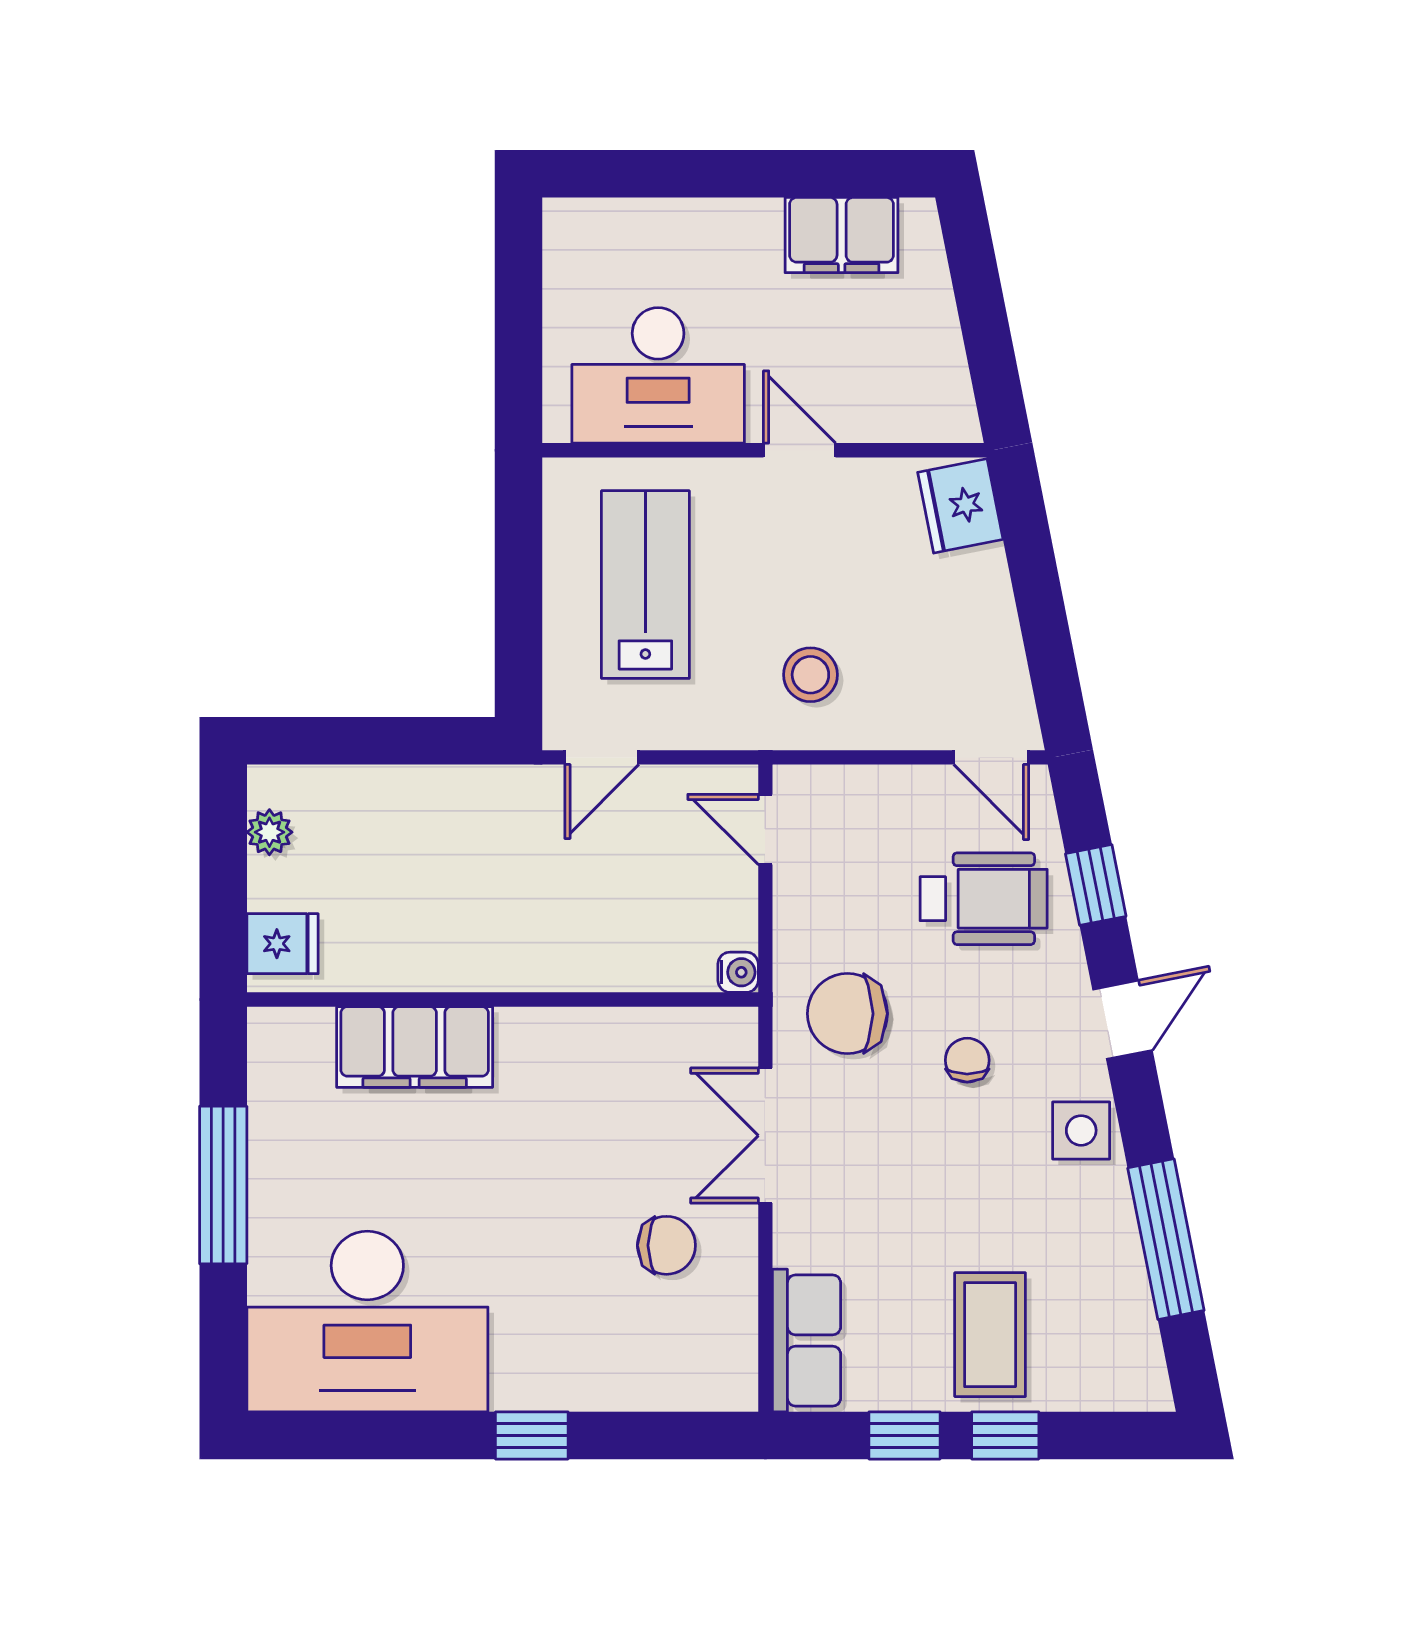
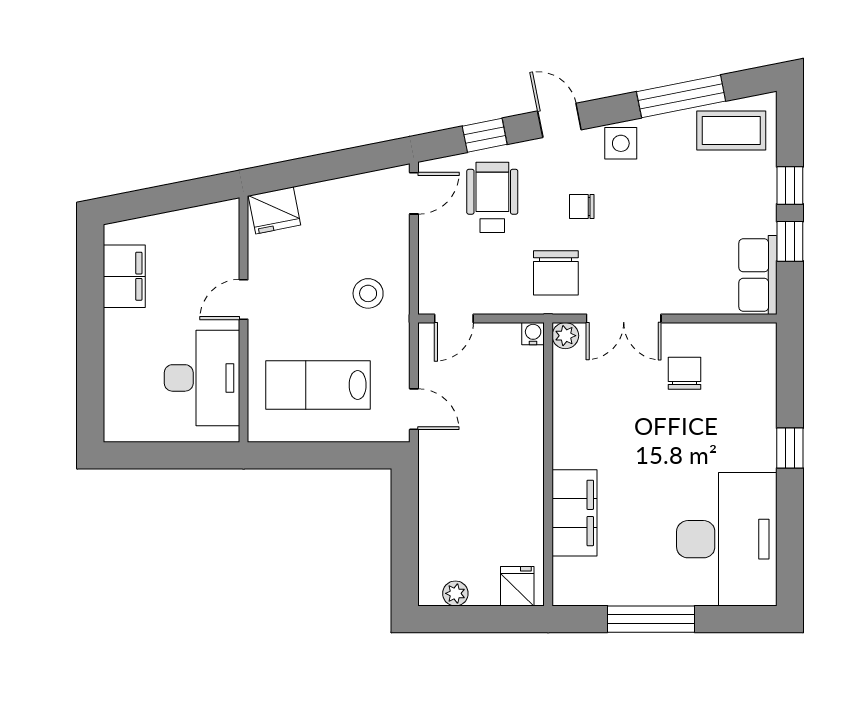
plant: (734, 1030) -> (565, 336), added
coffee table: (990, 1335) -> (731, 131), moved
row of seats: (807, 1340) -> (758, 275), moved, turned -90

